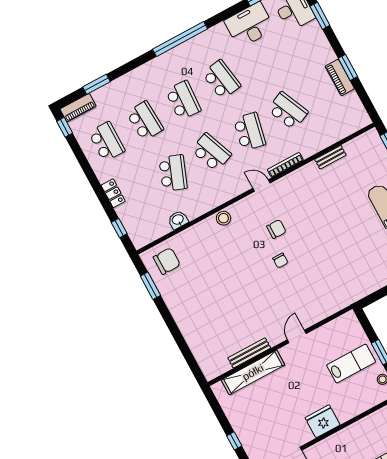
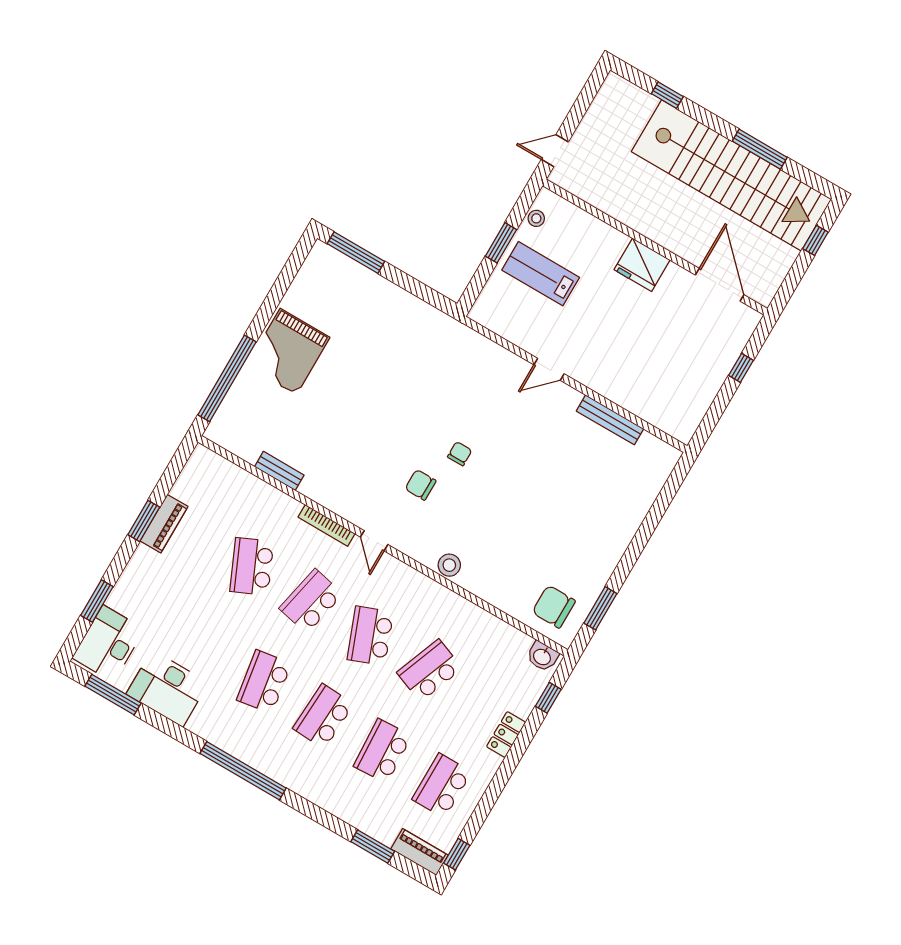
washbasin: (178, 220) -> (542, 656), moved
shelving: (253, 372) -> (633, 399), removed

